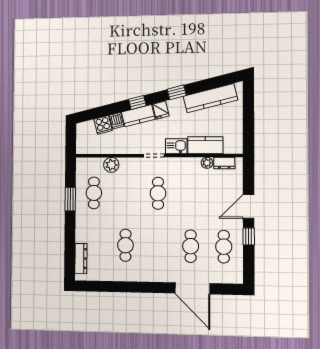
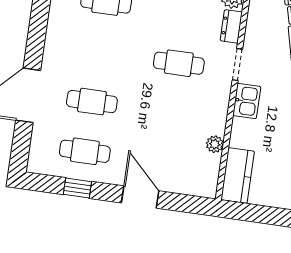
kitchen counter: (205, 145) -> (238, 175), moved
dresser: (224, 163) -> (231, 26), moved
window: (249, 236) -> (77, 188), moved

